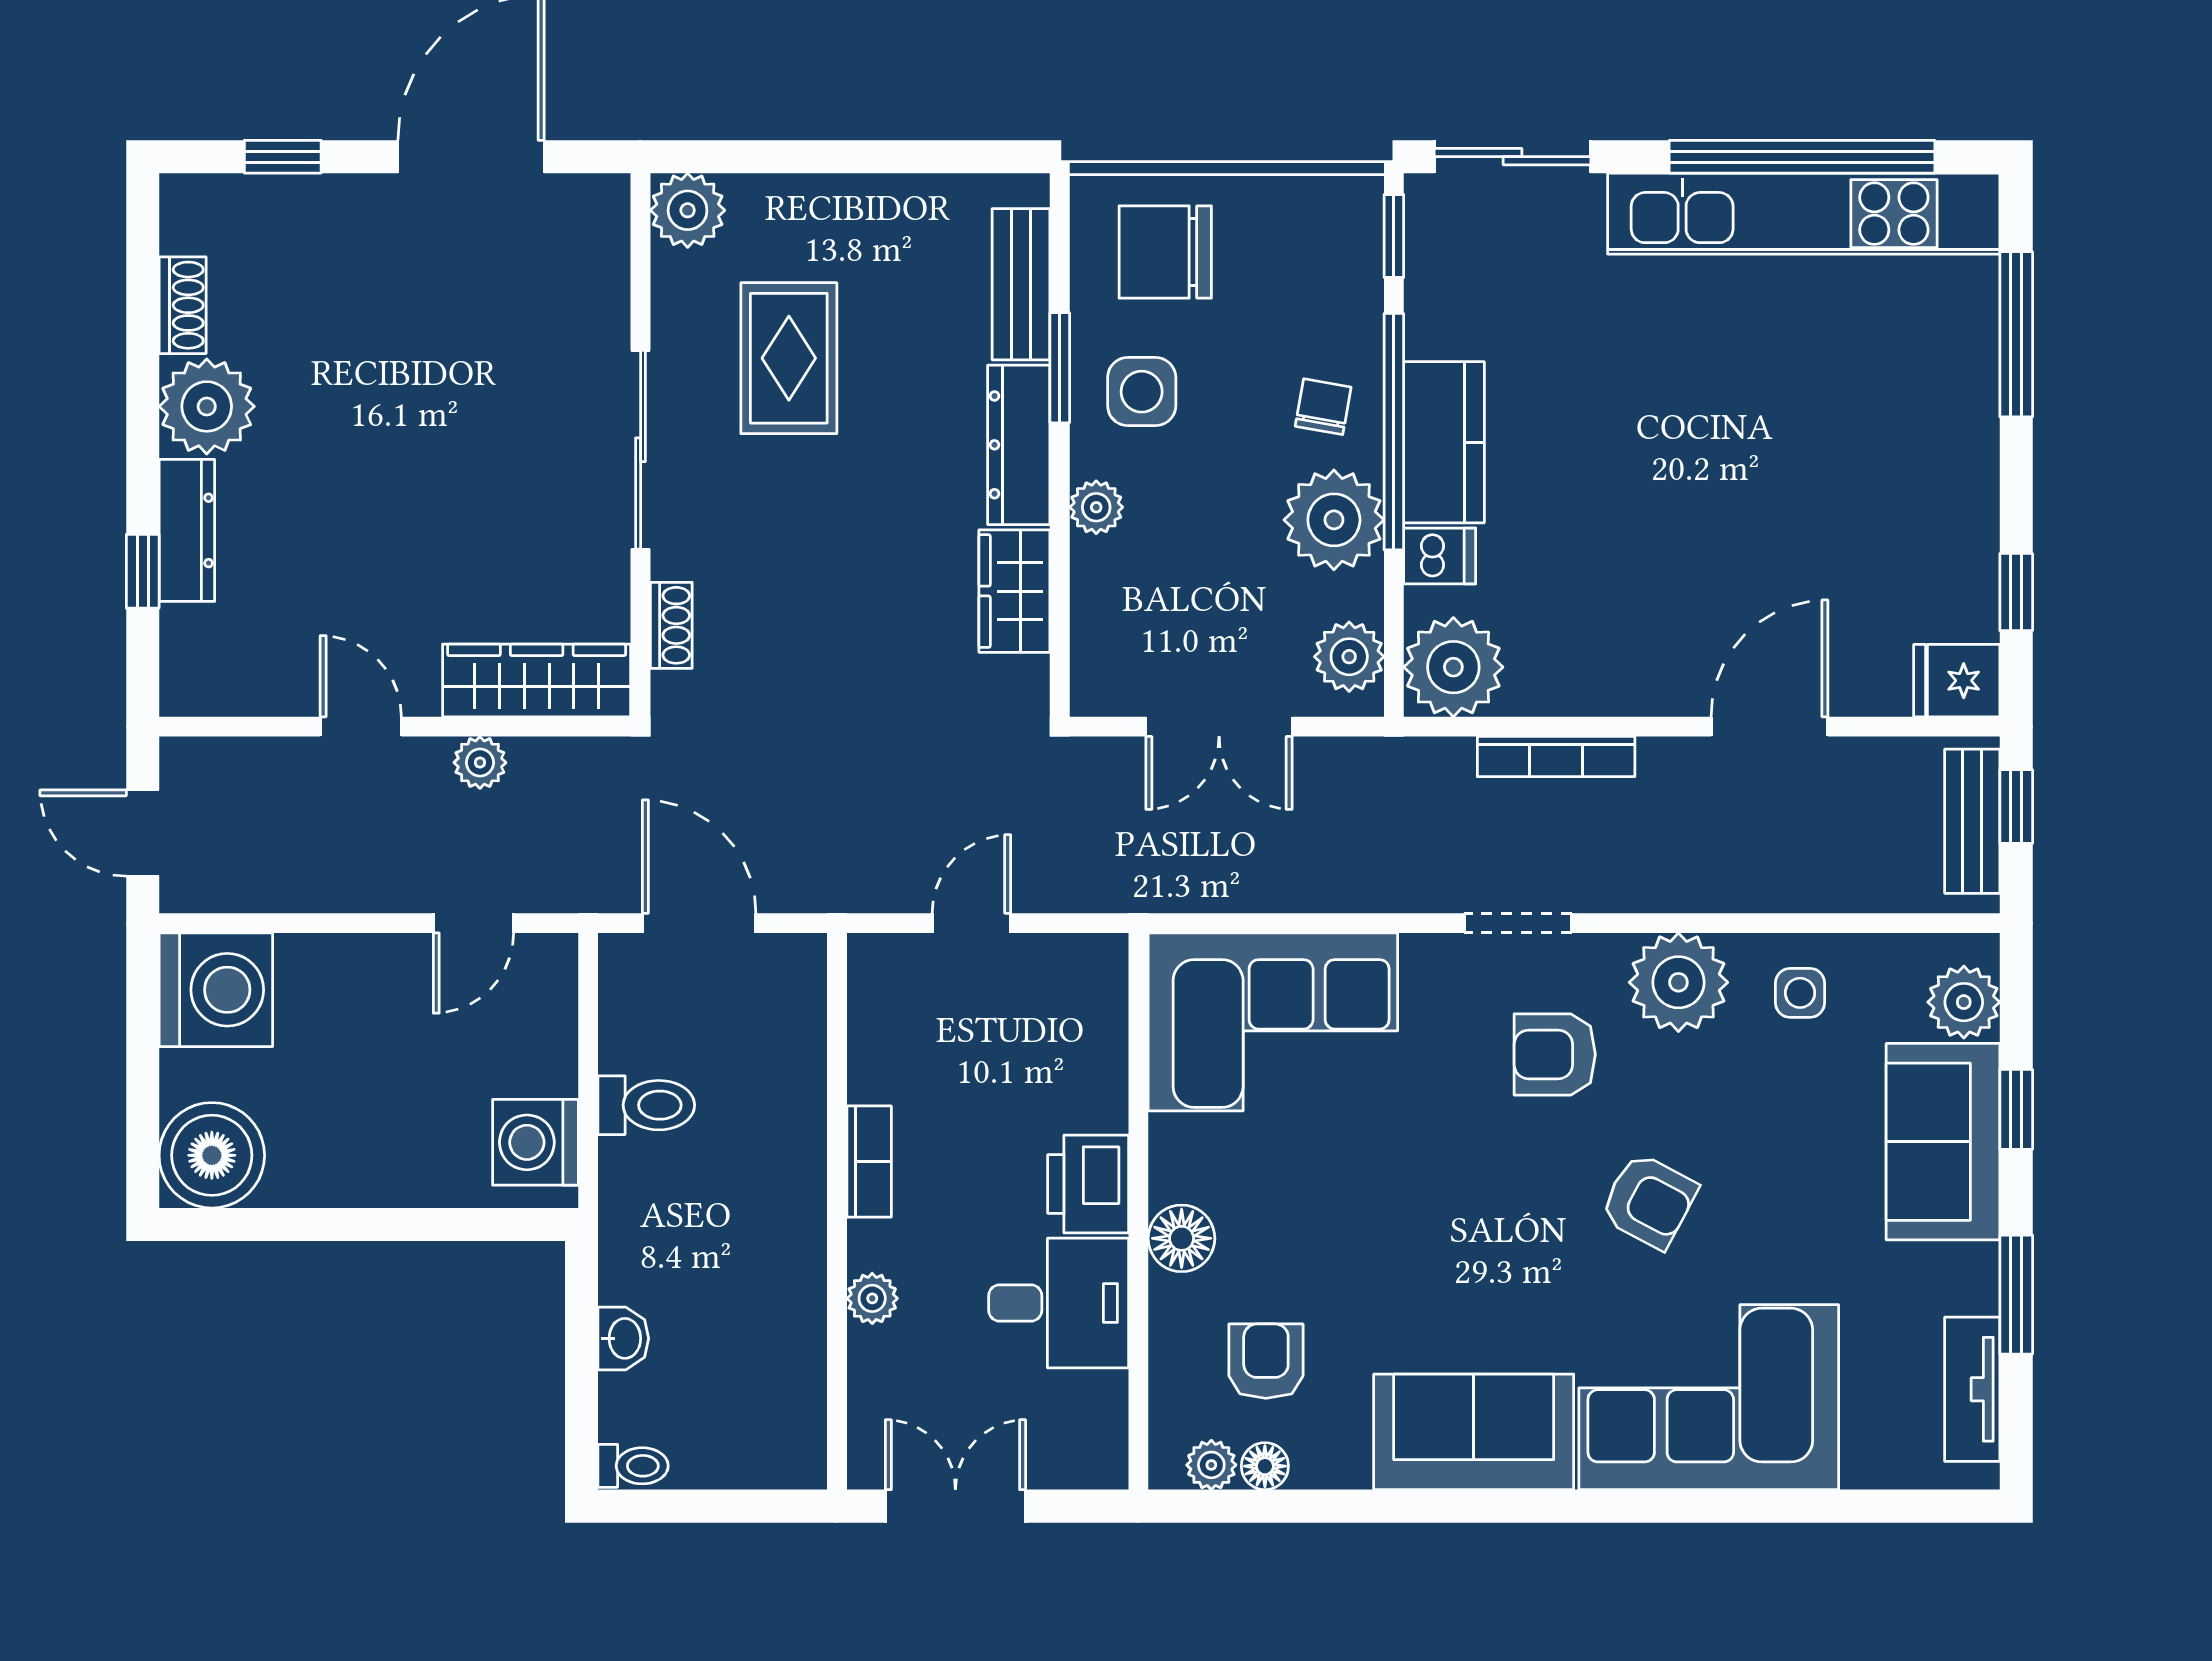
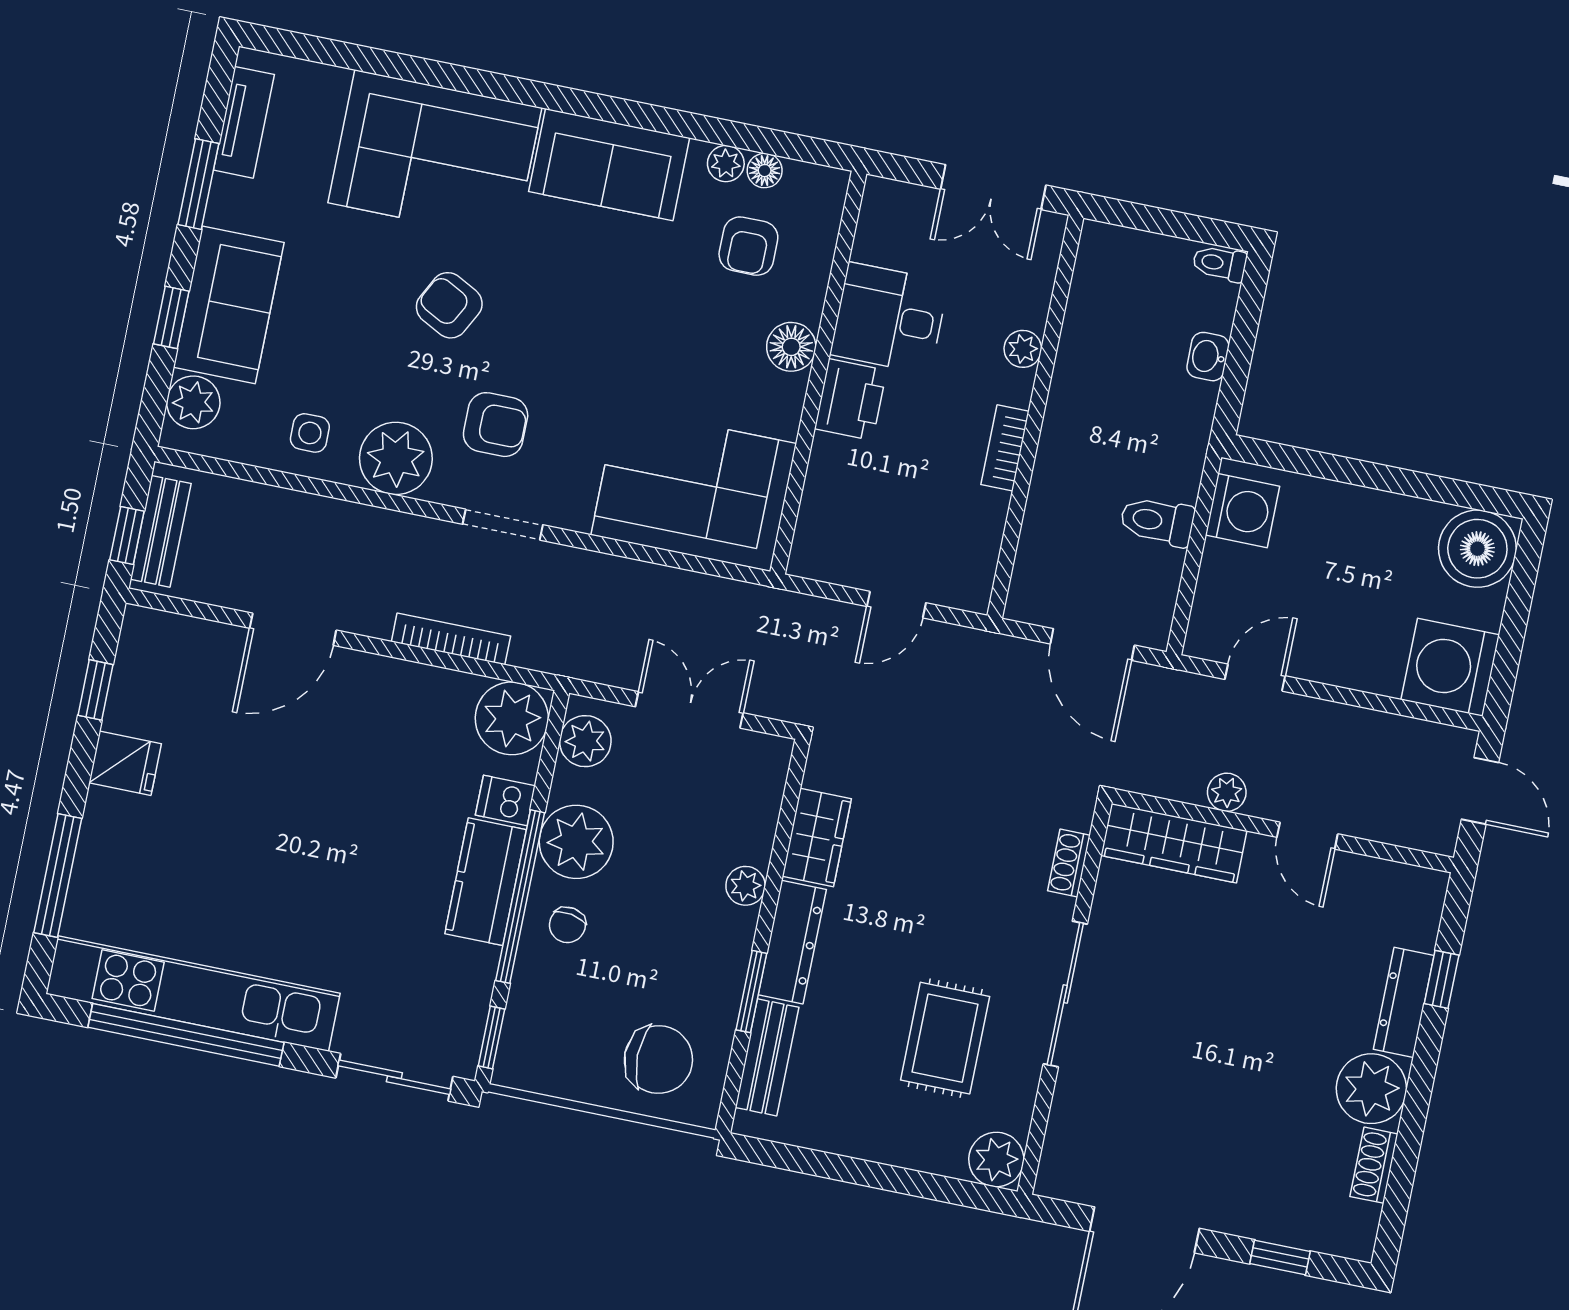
side table: (1142, 392) -> (696, 962), removed
fridge: (1957, 681) -> (125, 763), moved
plant: (1211, 1465) -> (726, 164), moved

